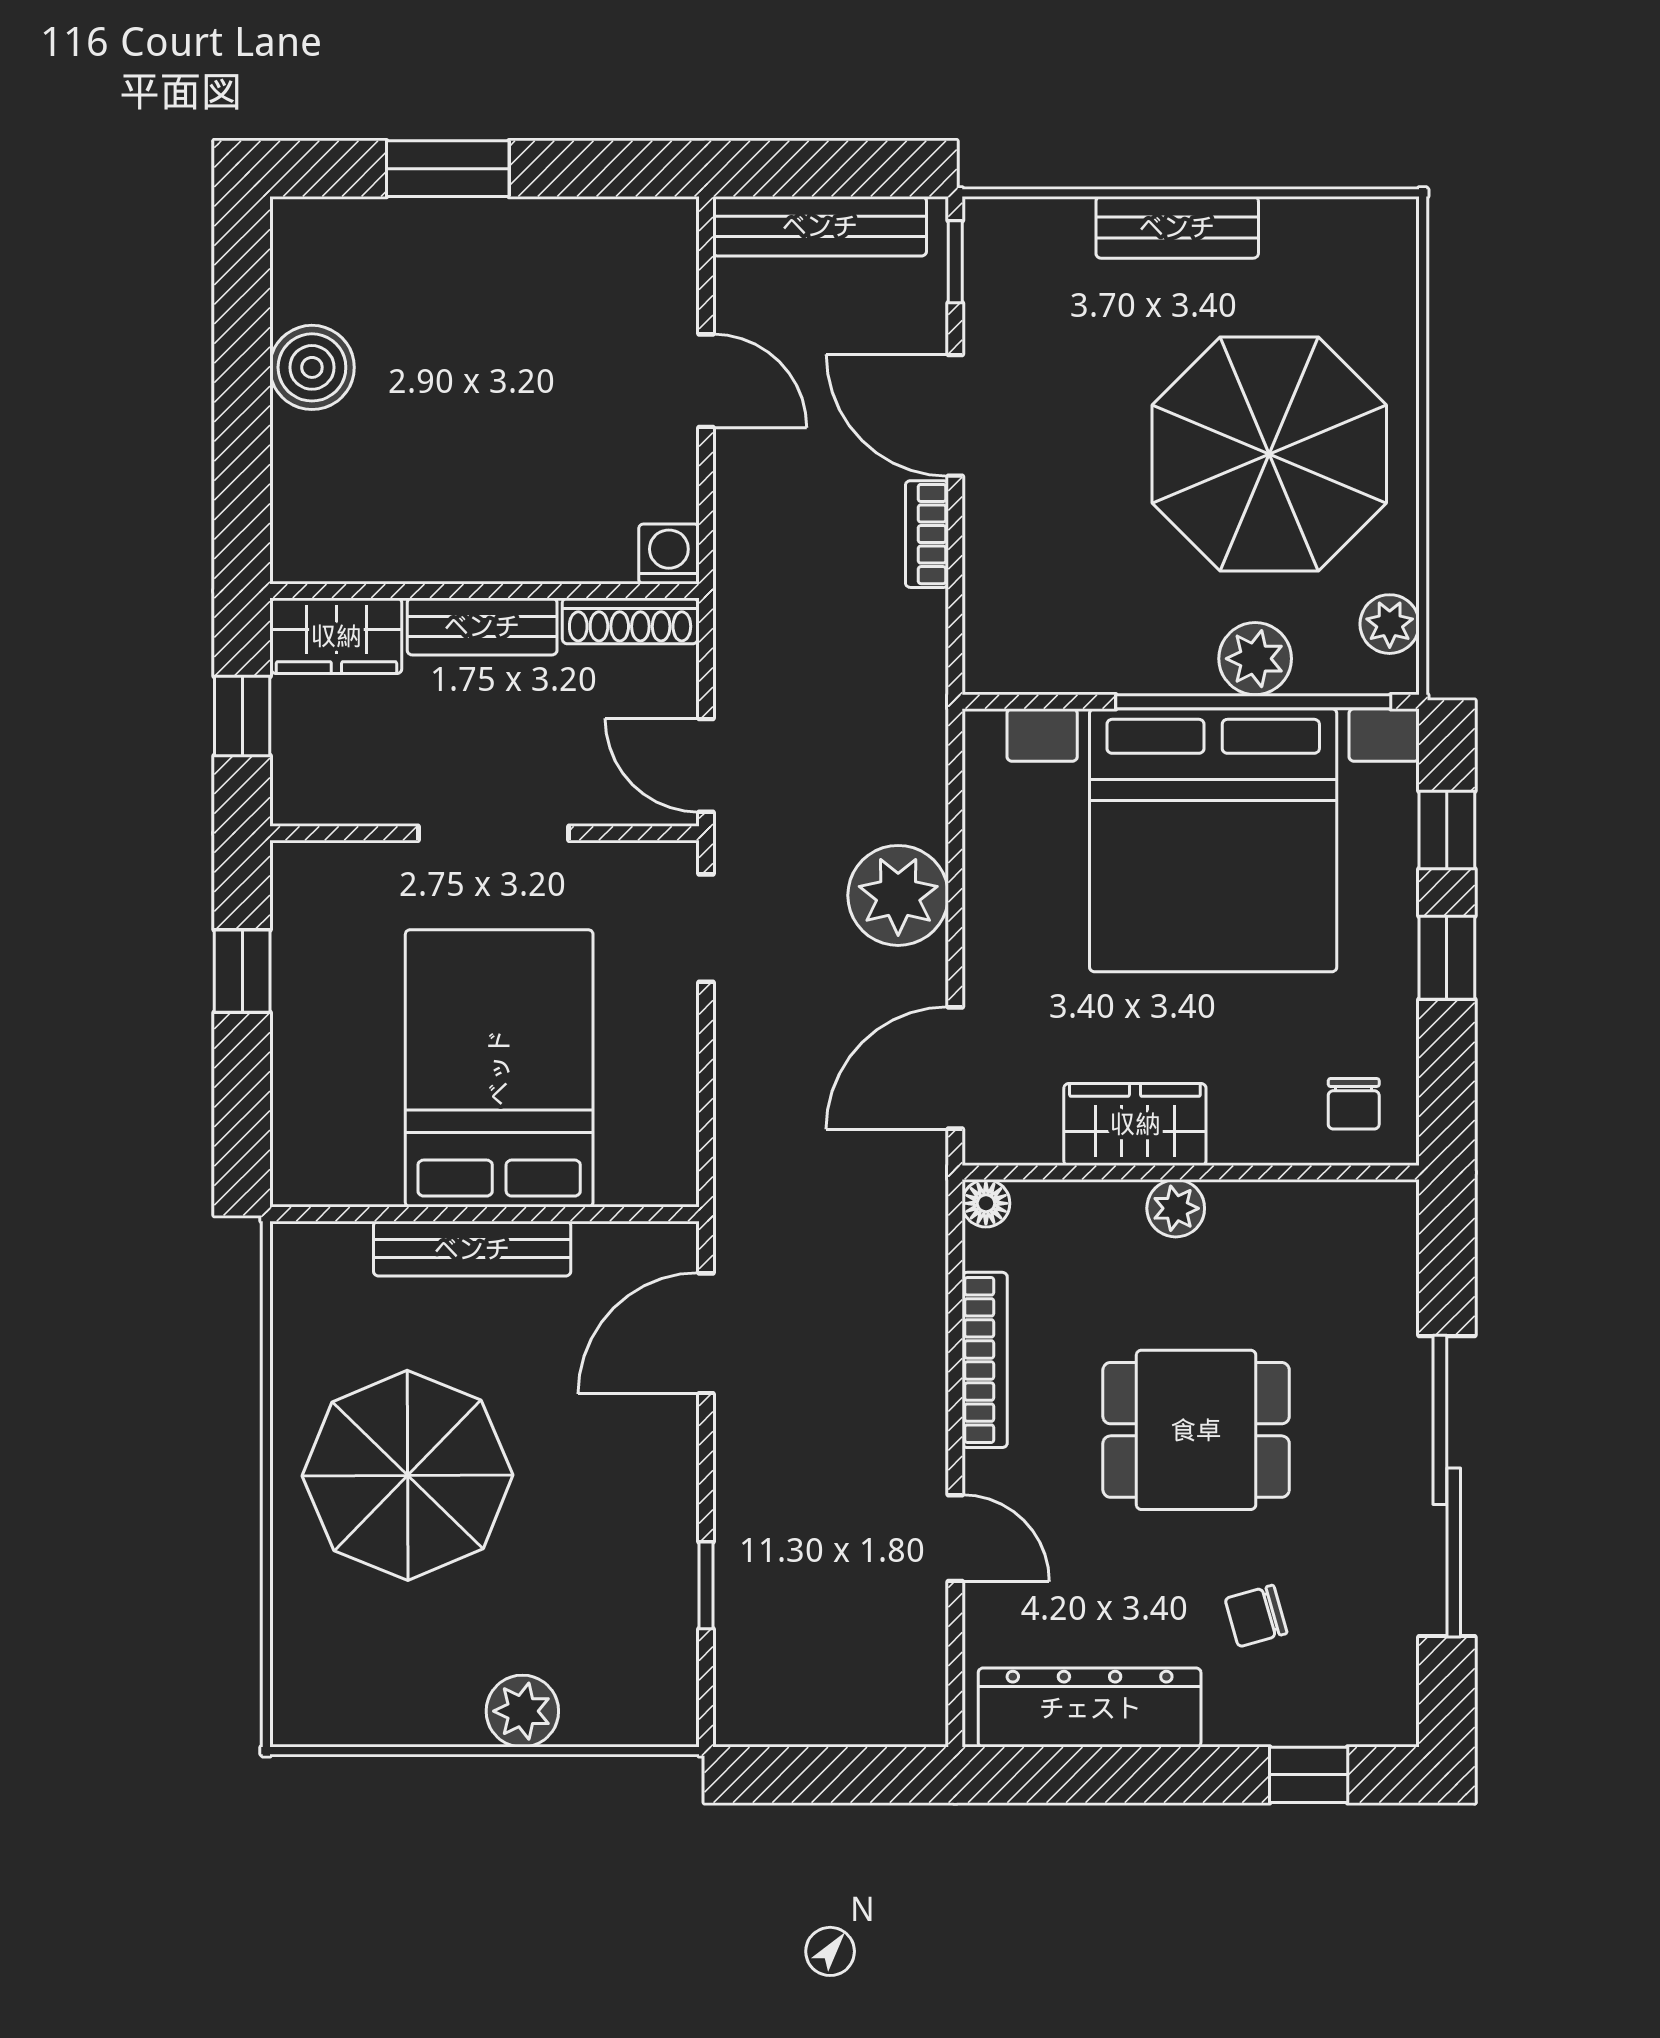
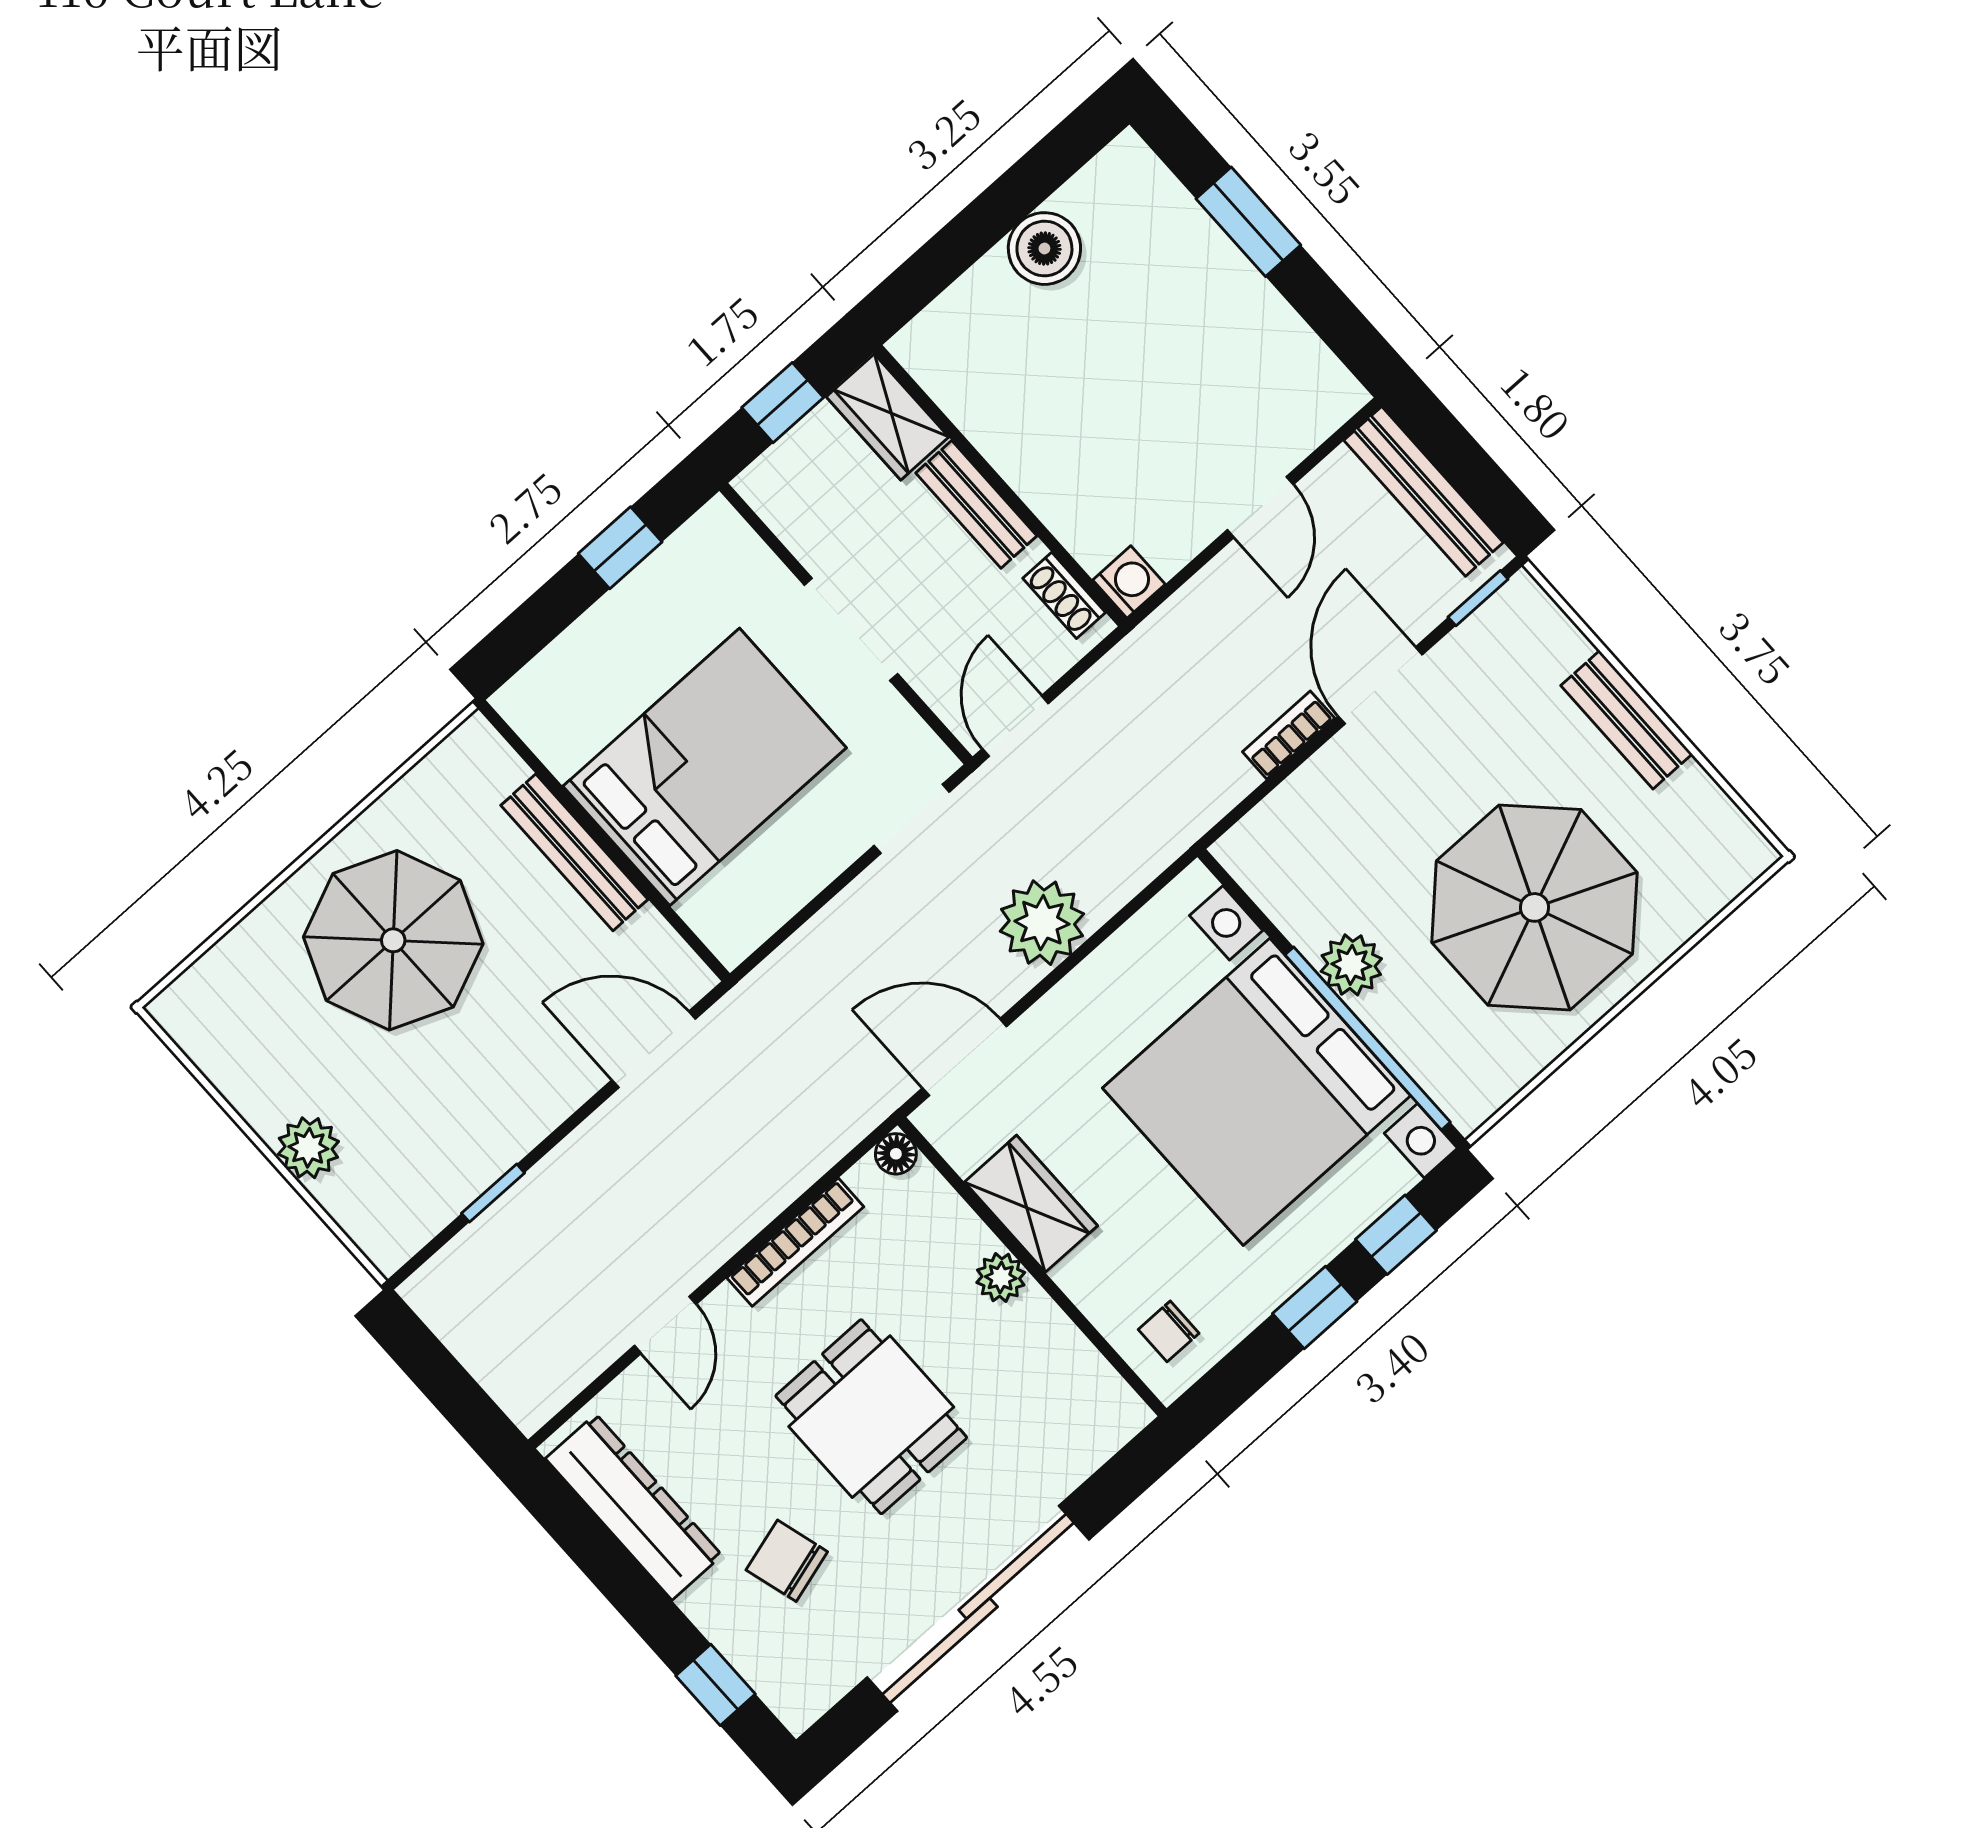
shoe rack: (630, 621) -> (1064, 595), width x0.70
plant: (1390, 624) -> (1495, 1081), removed
plant: (1255, 659) -> (1351, 965), moved
chair: (1256, 1616) -> (787, 1561), width x1.37, depth x1.37

